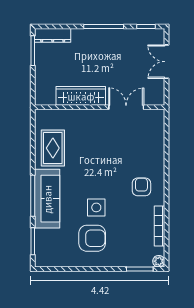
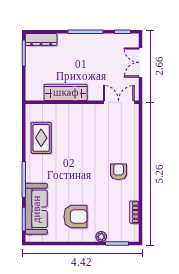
double door: (126, 107) -> (119, 102), moved
sofa: (47, 199) -> (36, 209), moved
side table: (96, 207) -> (79, 190), removed
bookcase: (160, 226) -> (134, 212), width x0.64
plant: (159, 261) -> (101, 237), moved

